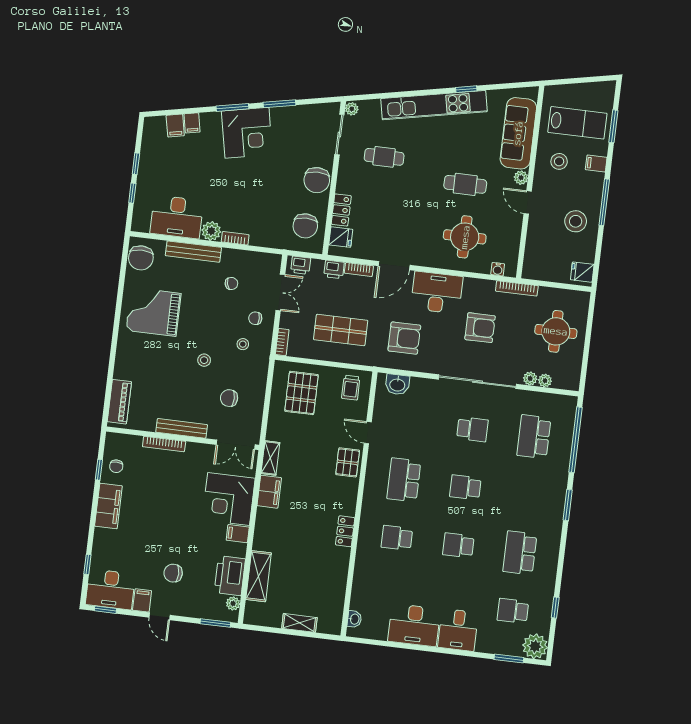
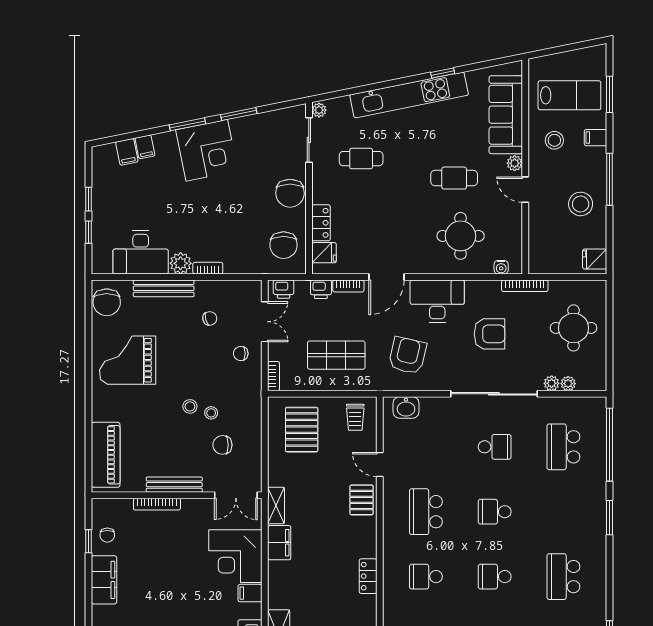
armchair: (404, 338) -> (407, 355), turned -77
stool: (243, 344) -> (211, 413), moved
piano: (119, 402) -> (106, 455), width x1.37, depth x1.33

